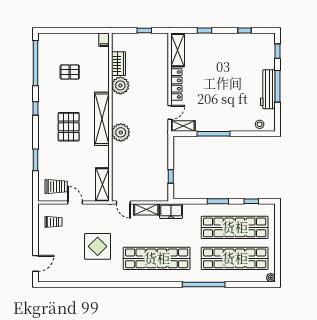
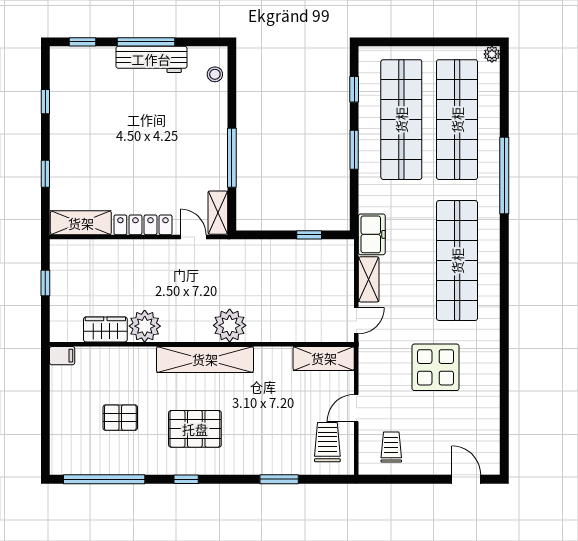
pallet: (70, 72) -> (120, 418), turned 90
pallet: (69, 127) -> (195, 429), moved

